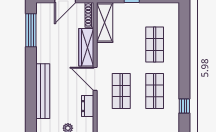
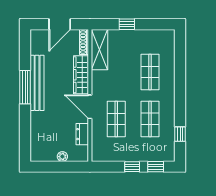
window: (31, 30) -> (25, 87), moved
bench: (43, 91) -> (37, 83), moved

